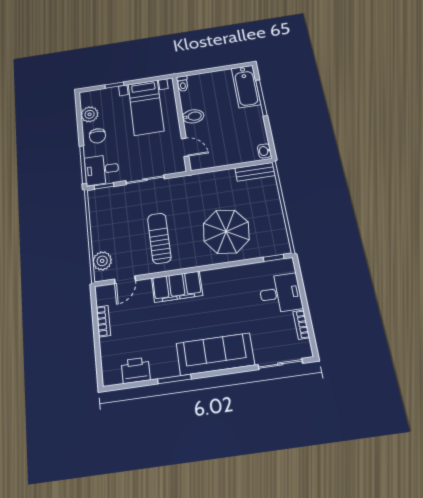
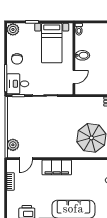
plant: (90, 114) -> (13, 29), moved
door: (185, 147) -> (74, 77), hinge flipped
sun lounger: (159, 238) -> (50, 136), removed

